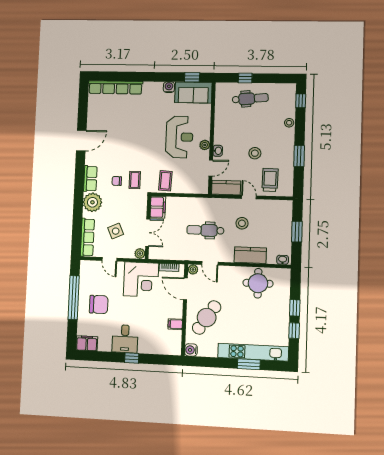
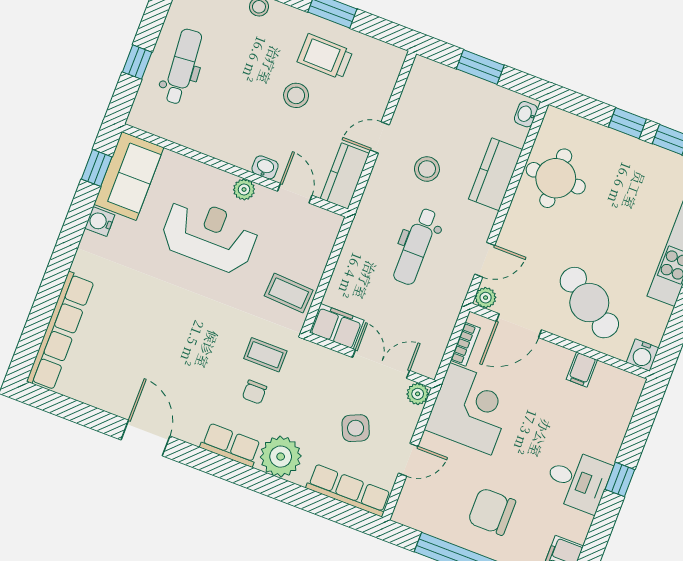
trolley: (270, 180) -> (325, 56), moved
chair: (99, 304) -> (492, 512), turned -90

